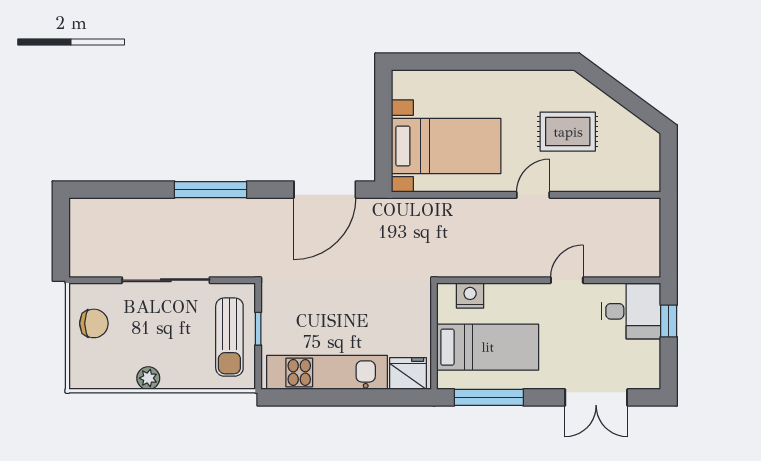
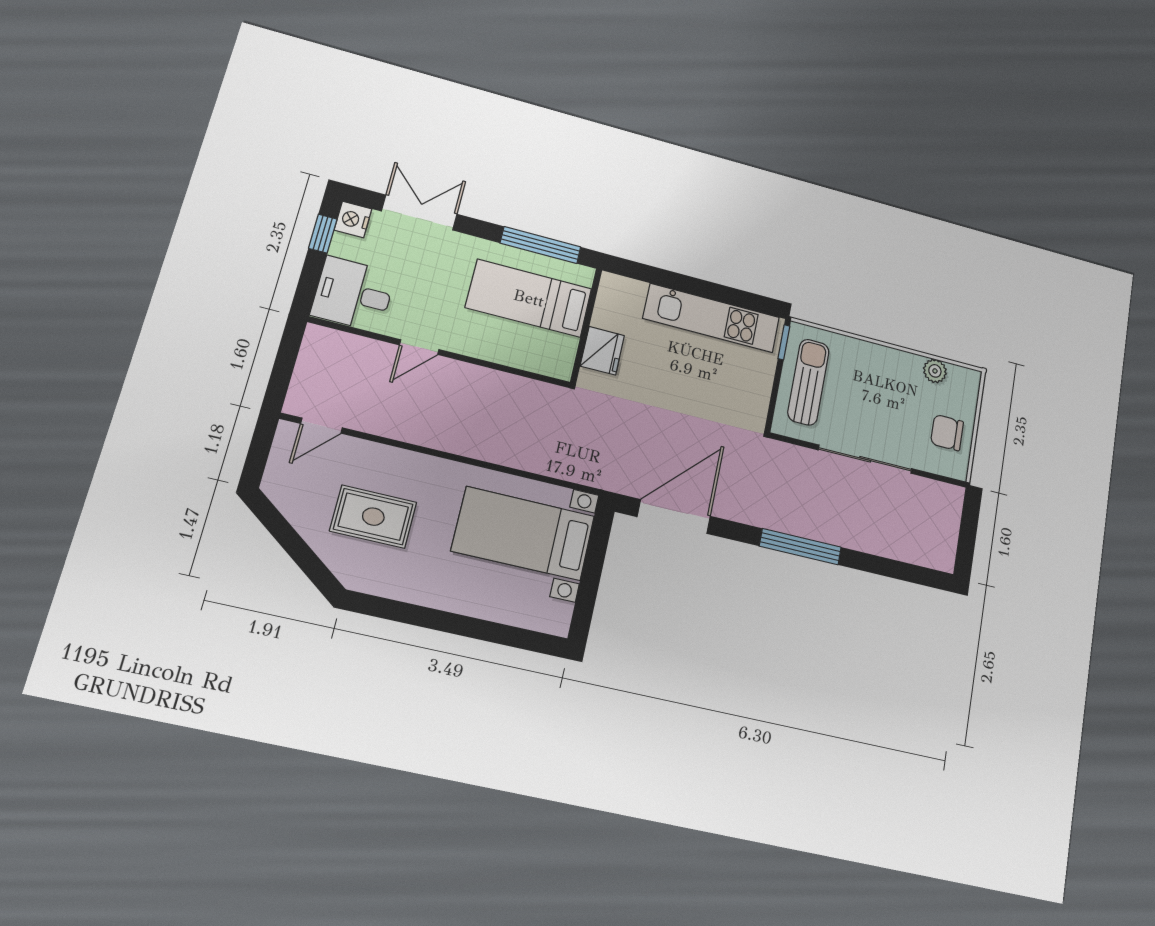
door: (533, 195) -> (321, 426), moved
nightstand: (470, 295) -> (353, 220), moved, turned 90
window: (669, 321) -> (323, 234), moved
window: (258, 329) -> (784, 342), moved
fridge: (408, 374) -> (602, 351), moved, turned -90
plant: (148, 378) -> (935, 371), moved

